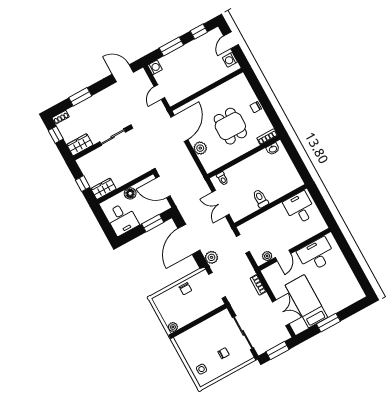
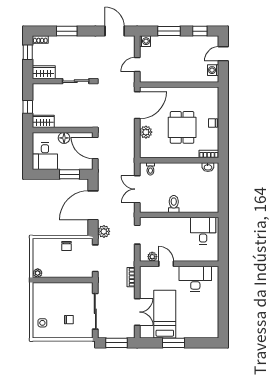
door: (283, 256) -> (166, 264), swing flipped

